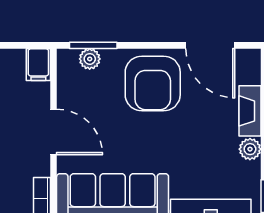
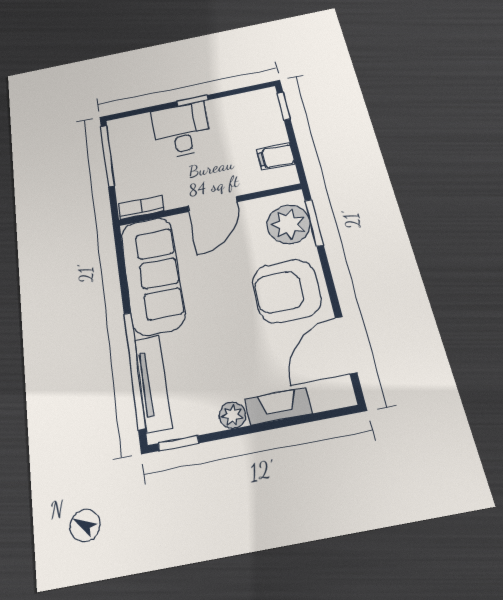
plant: (90, 59) -> (289, 224), width x1.88, depth x1.88
filing cabinet: (38, 65) -> (276, 157), moved

